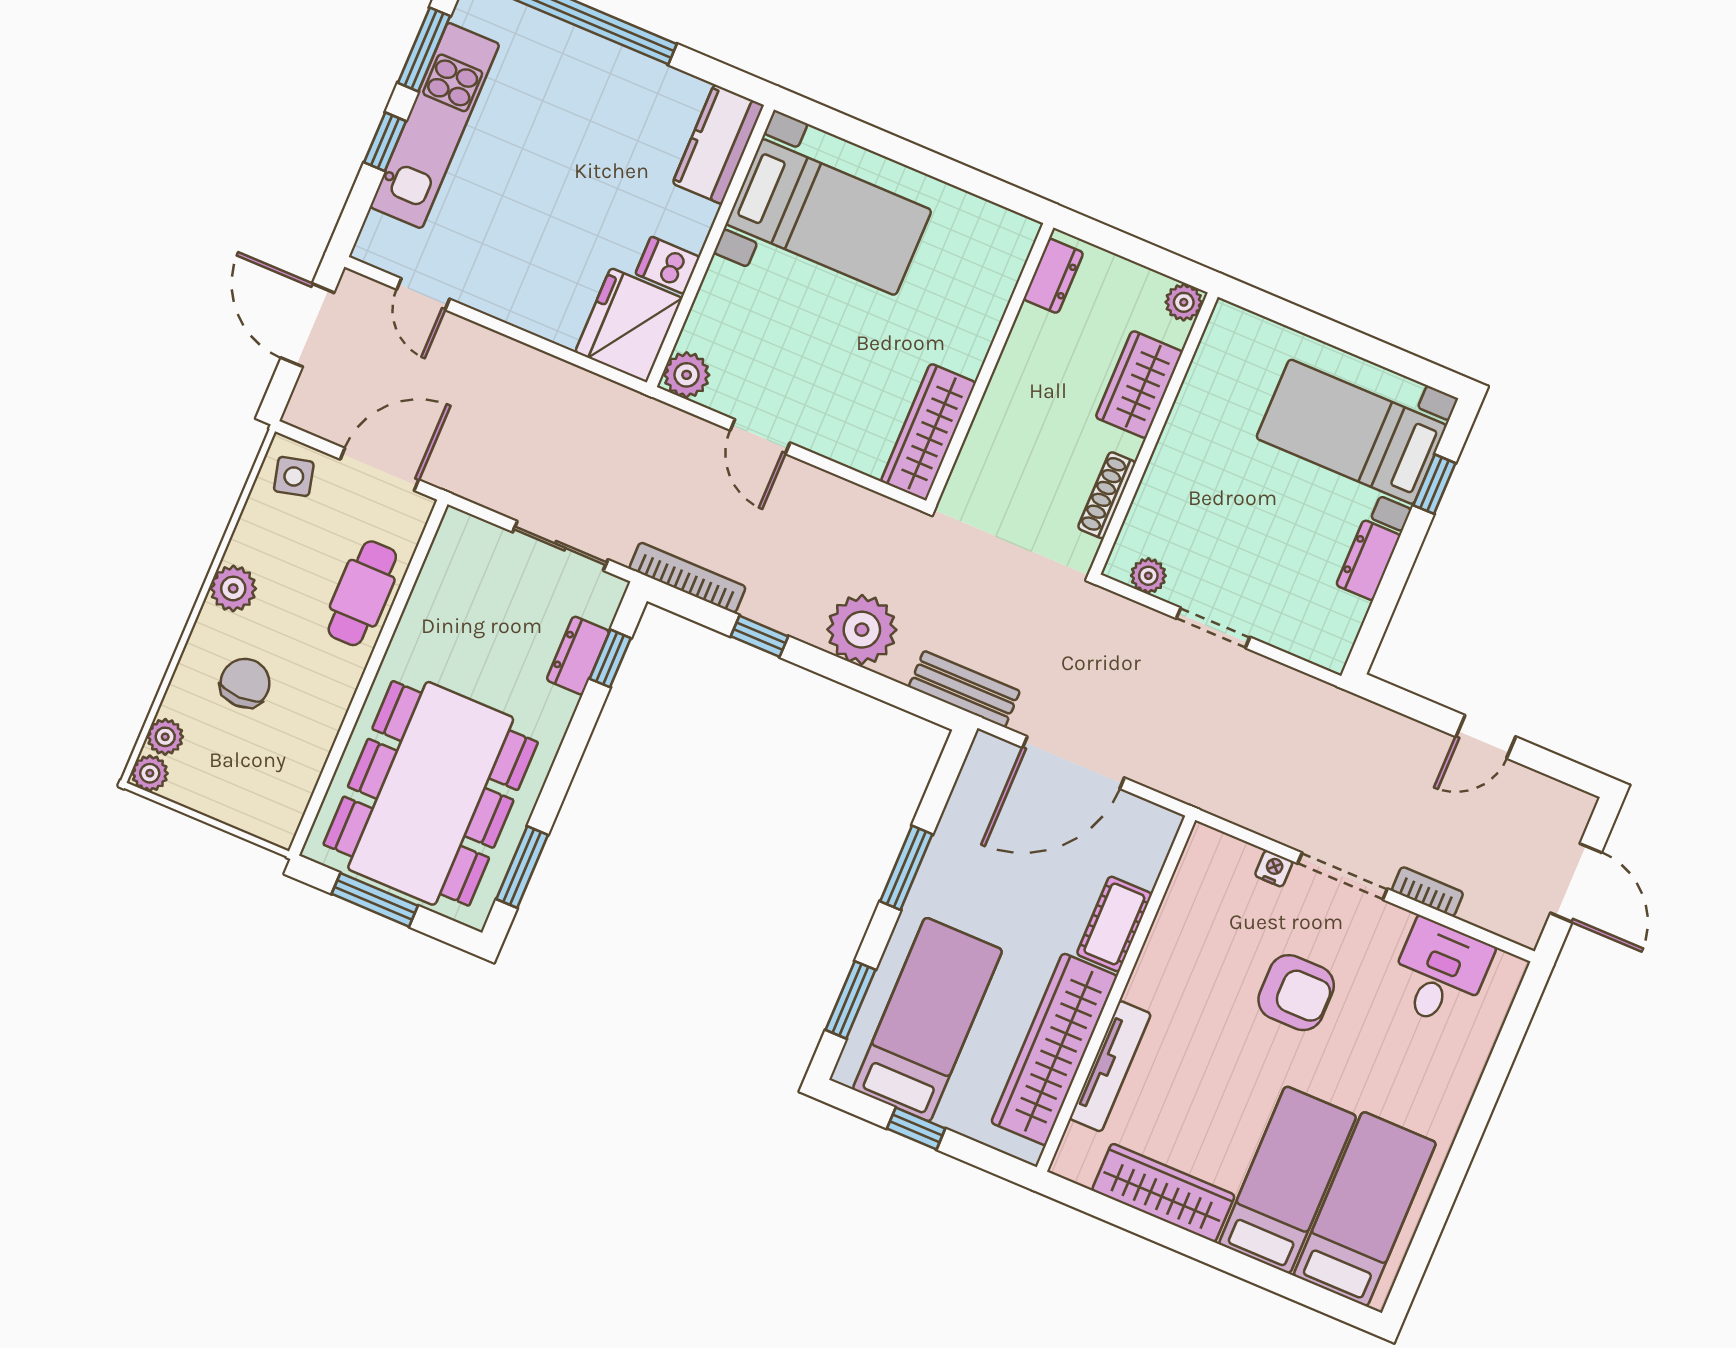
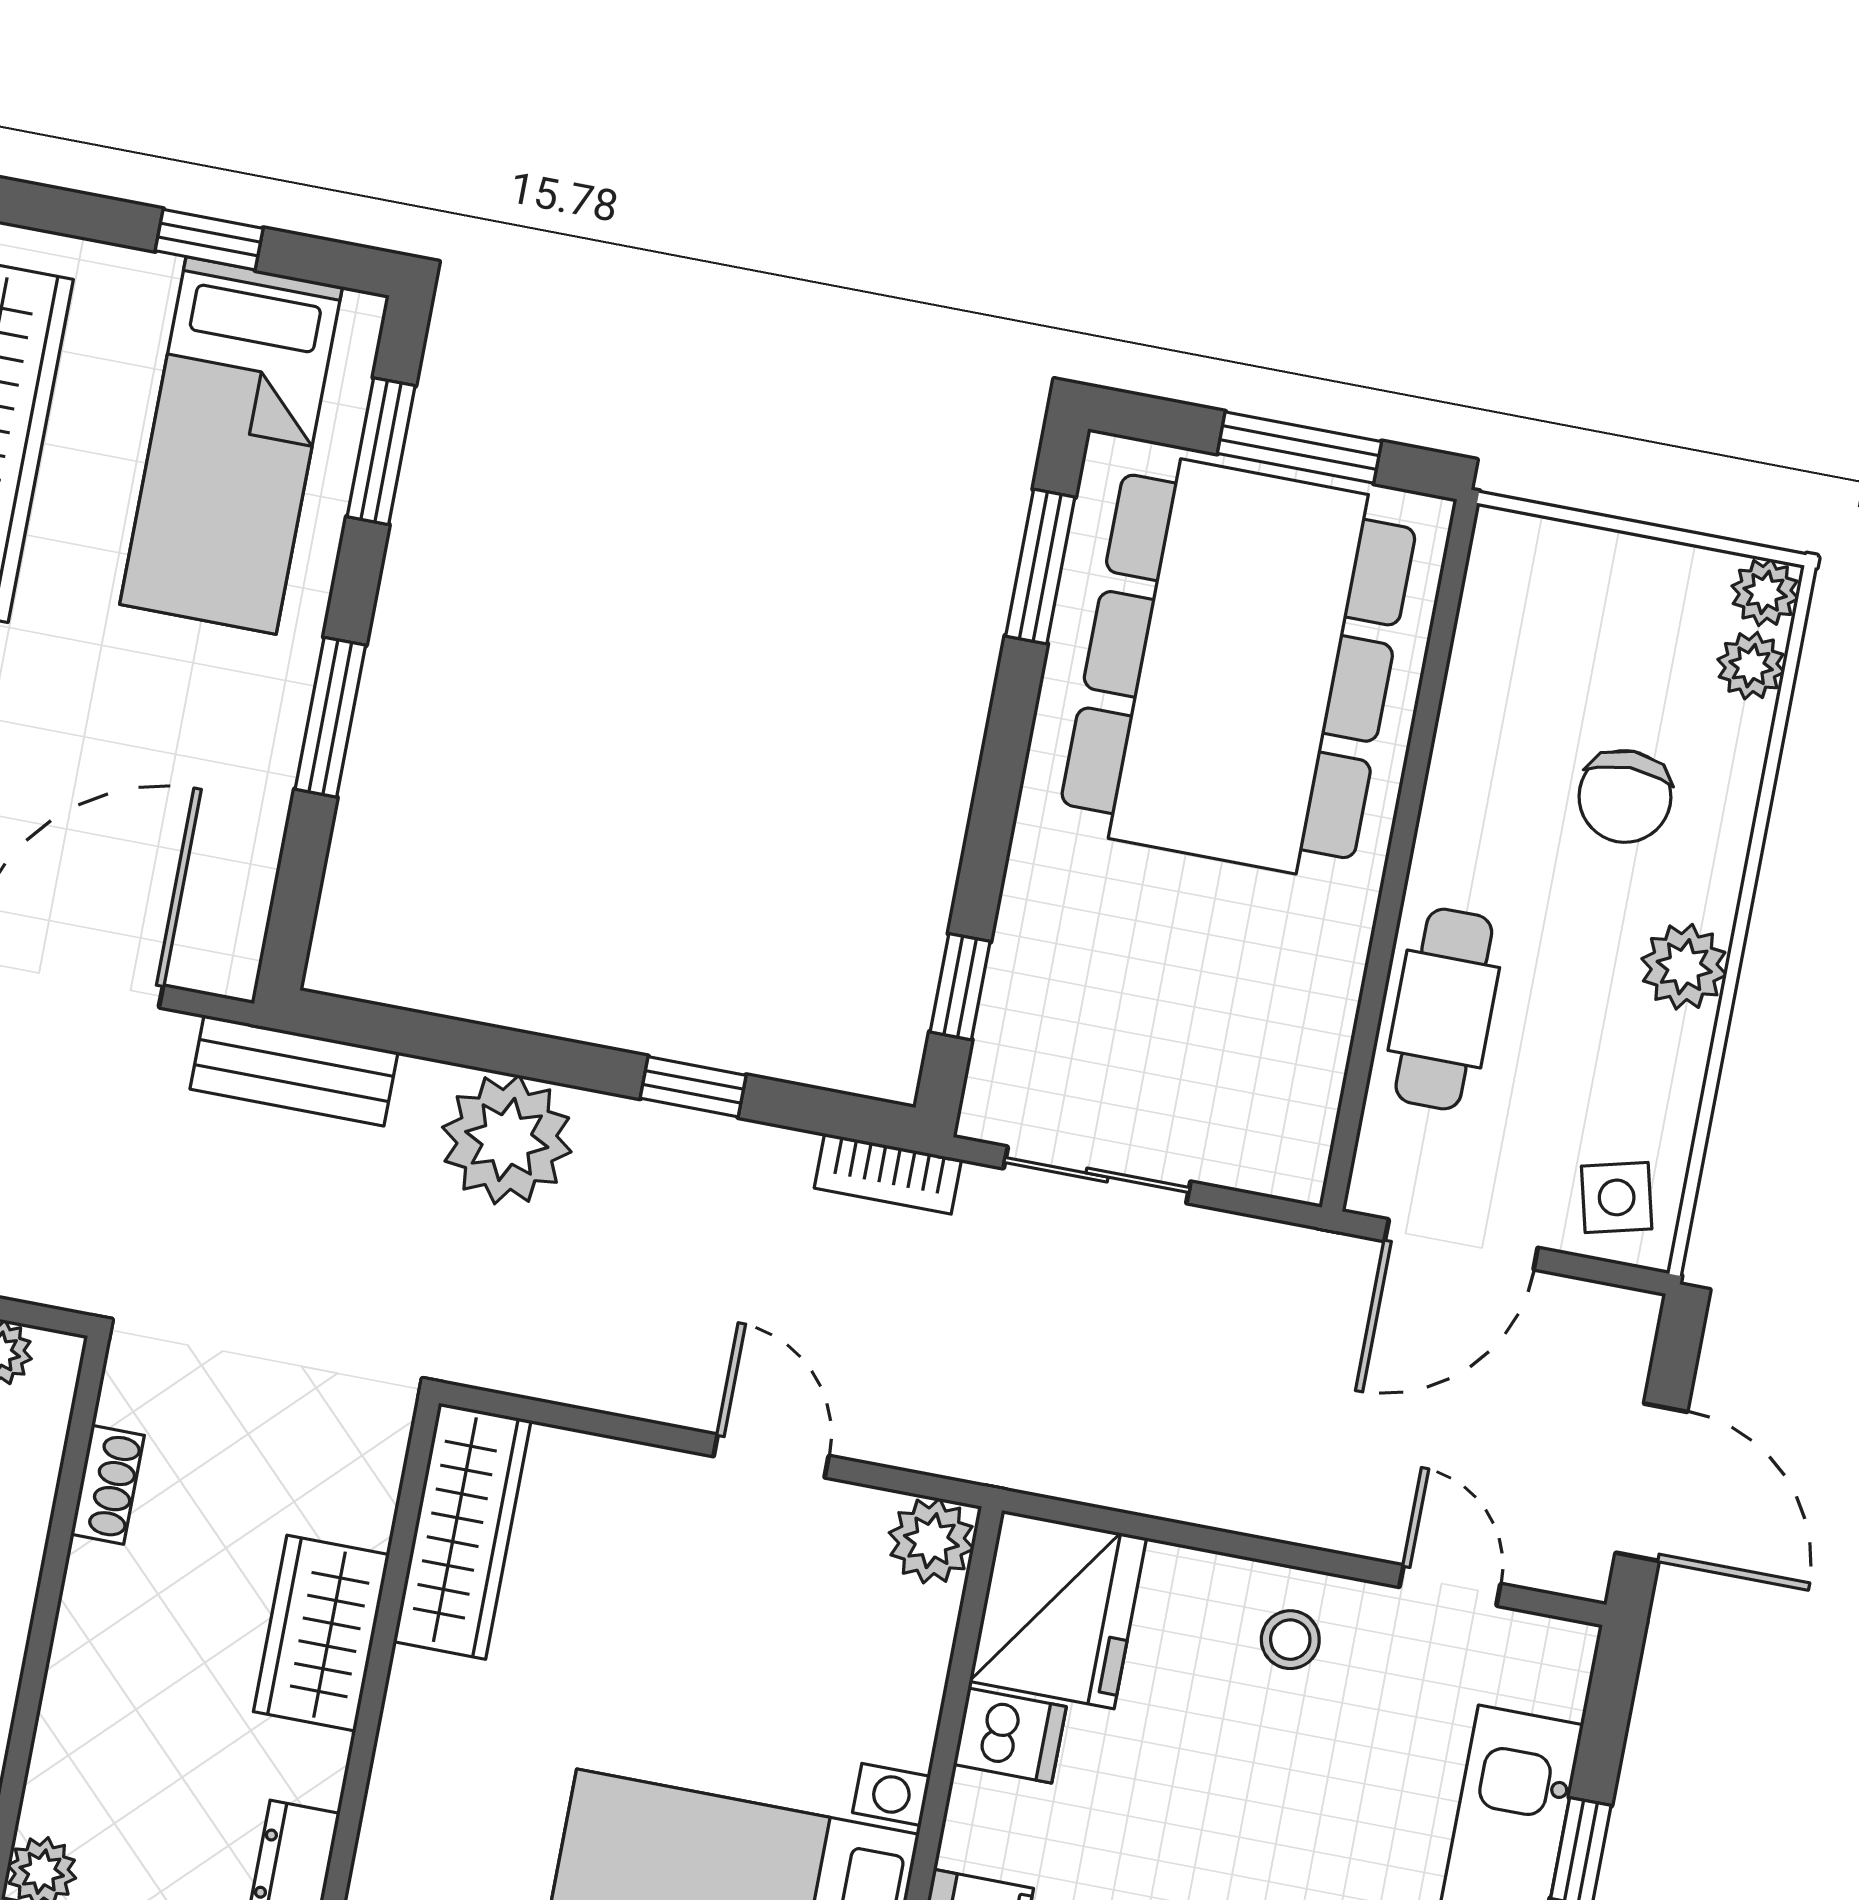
stool: (512, 284) -> (1290, 1640), added
wardrobe: (1139, 385) -> (321, 1633), moved, turned 180
shoe rack: (1107, 495) -> (108, 1485), width x0.70
bookcase: (687, 578) -> (888, 1174), width x0.64
dresser: (578, 656) -> (1021, 979), removed

